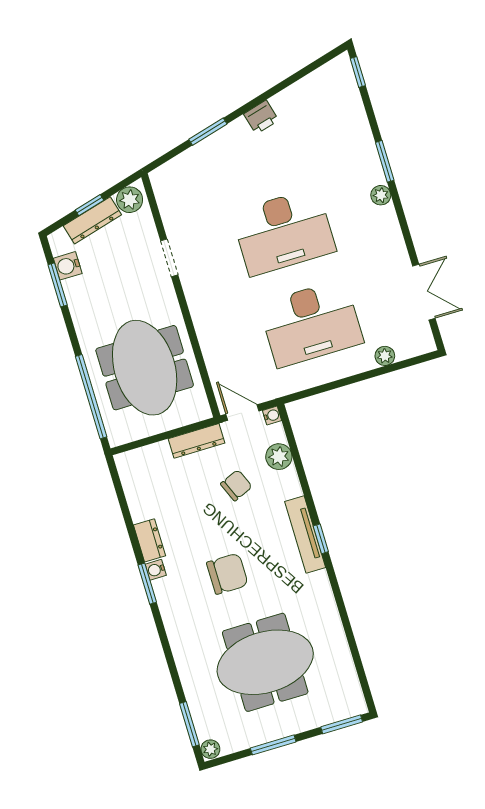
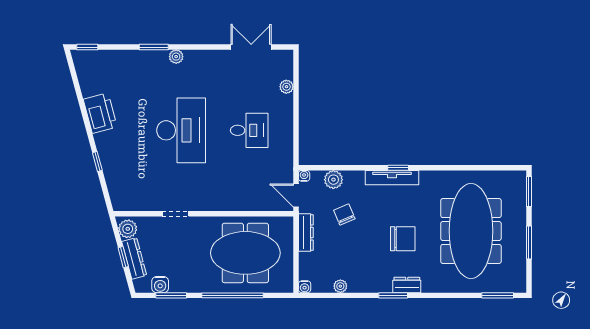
printer: (261, 117) -> (100, 113), width x1.87, depth x1.48
window: (208, 132) -> (97, 161), width x0.67
desk: (311, 323) -> (249, 130), width x0.53, depth x0.77
window: (91, 397) -> (232, 295), moved
door: (242, 413) -> (296, 195), hinge flipped
dresser: (149, 540) -> (407, 285), moved
water cooler: (156, 570) -> (305, 287), moved
chair: (227, 574) -> (403, 239), turned 90
meeting table: (265, 662) -> (471, 231), width x1.36
plant: (210, 749) -> (340, 286), moved

